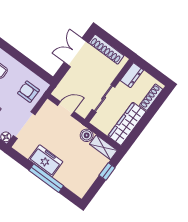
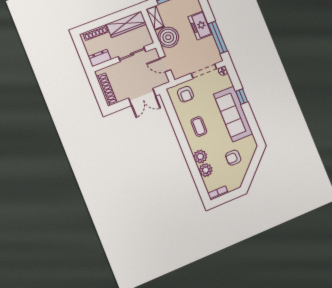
double door: (76, 52) -> (142, 97), moved
boiler: (87, 135) -> (168, 37), width x1.86, depth x1.86
freezer: (46, 161) -> (200, 25), moved
window: (46, 178) -> (218, 37), moved

